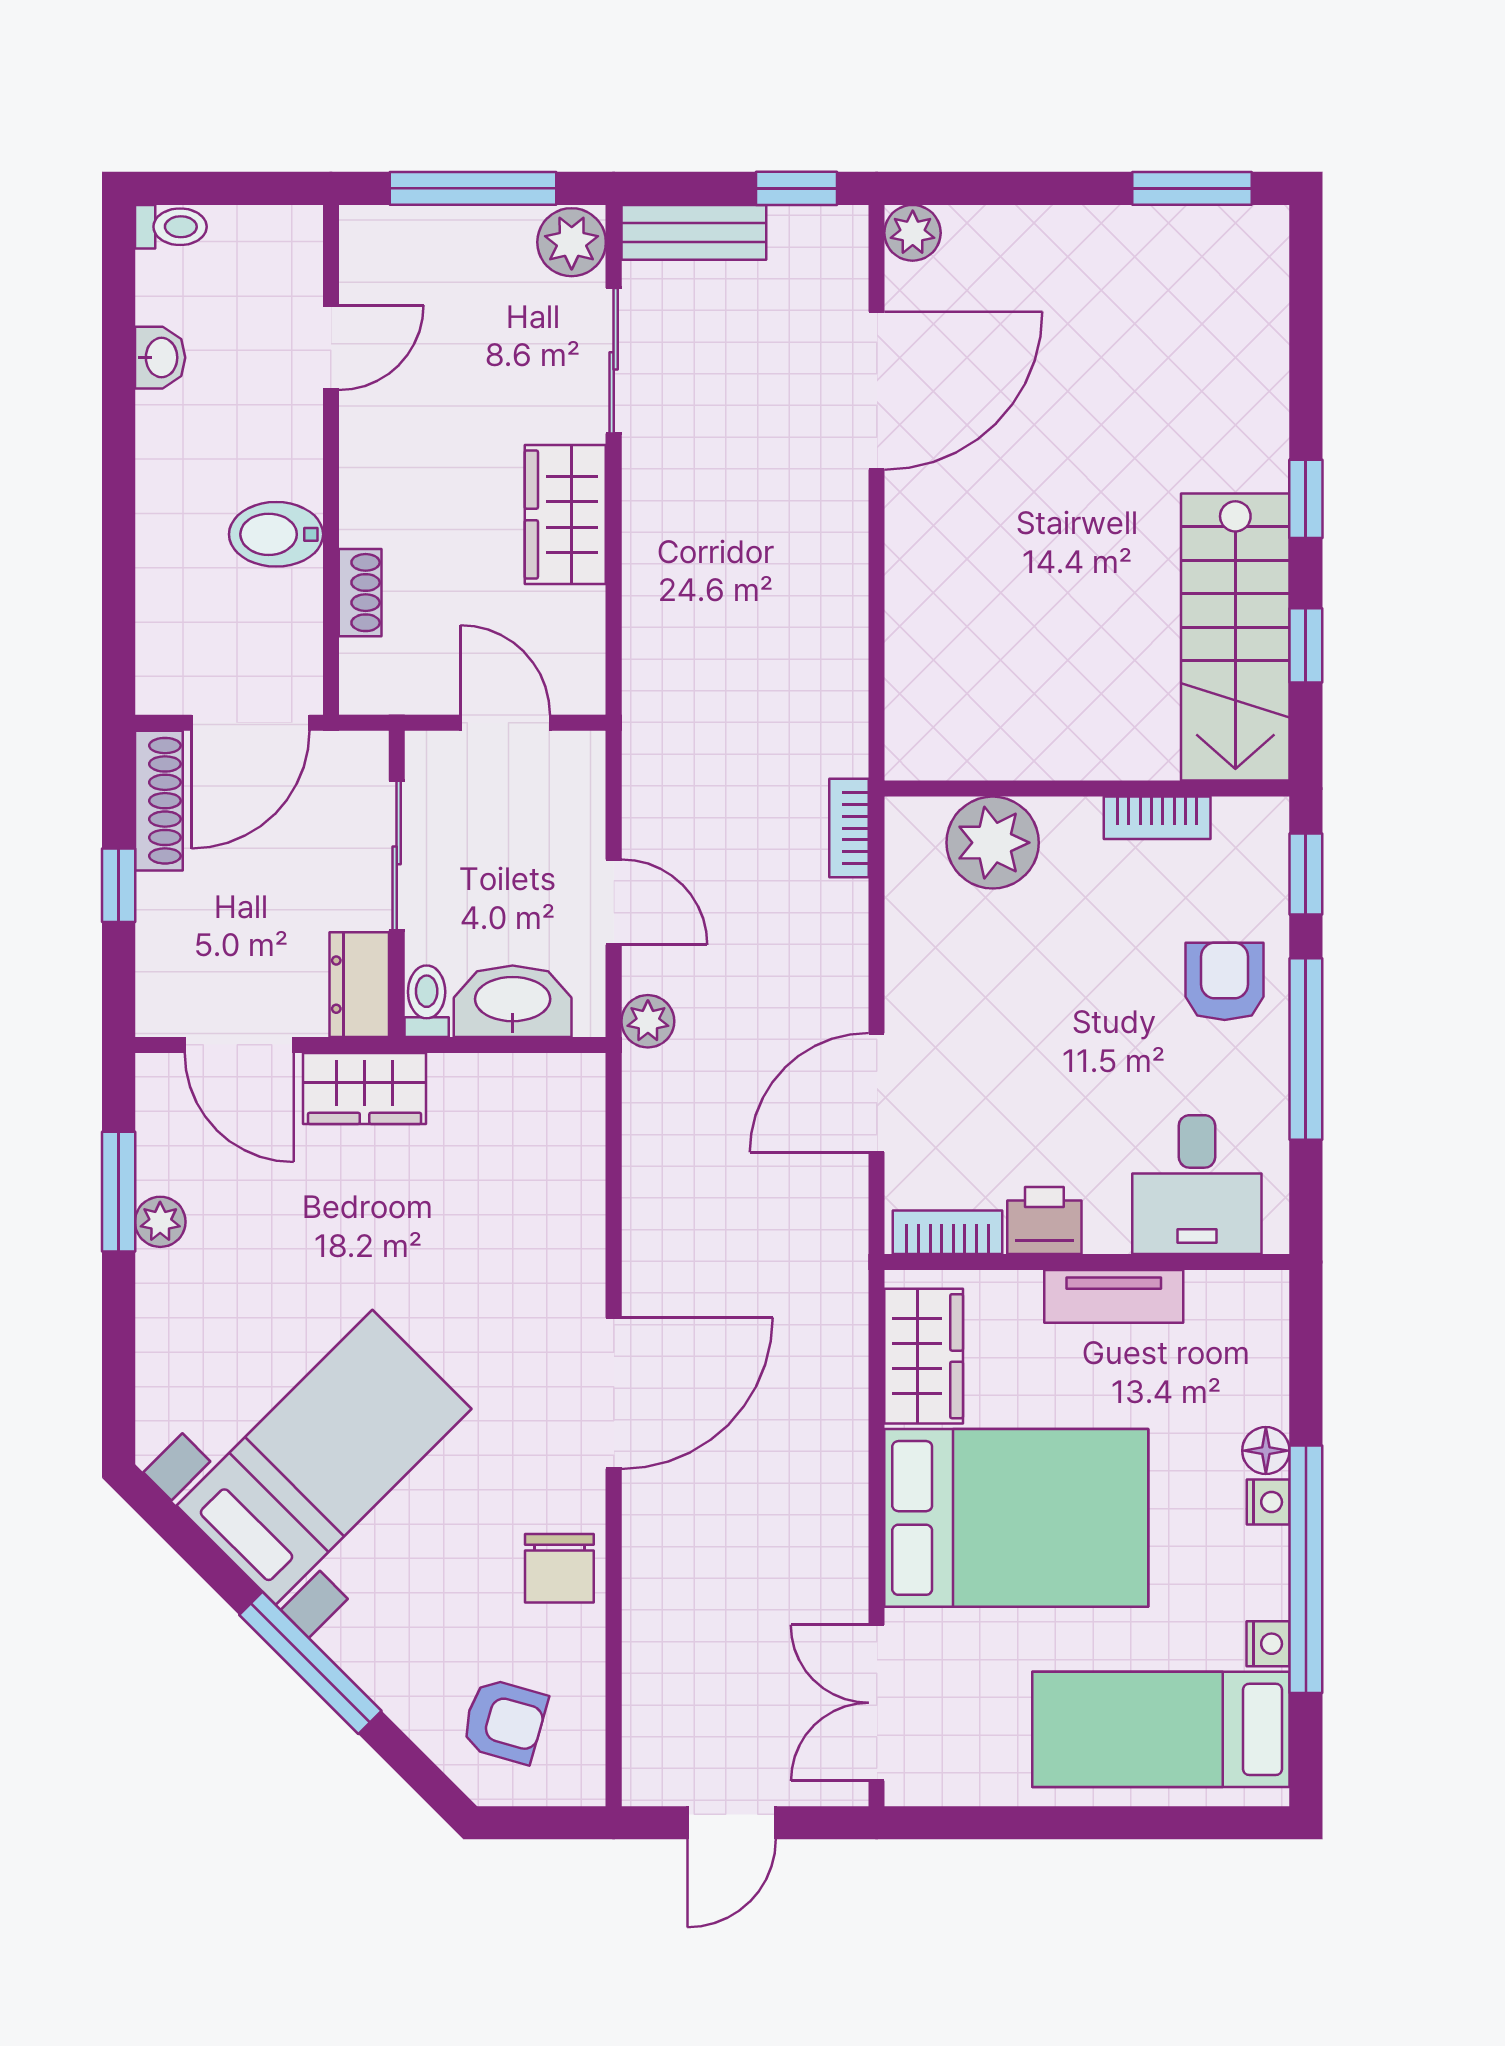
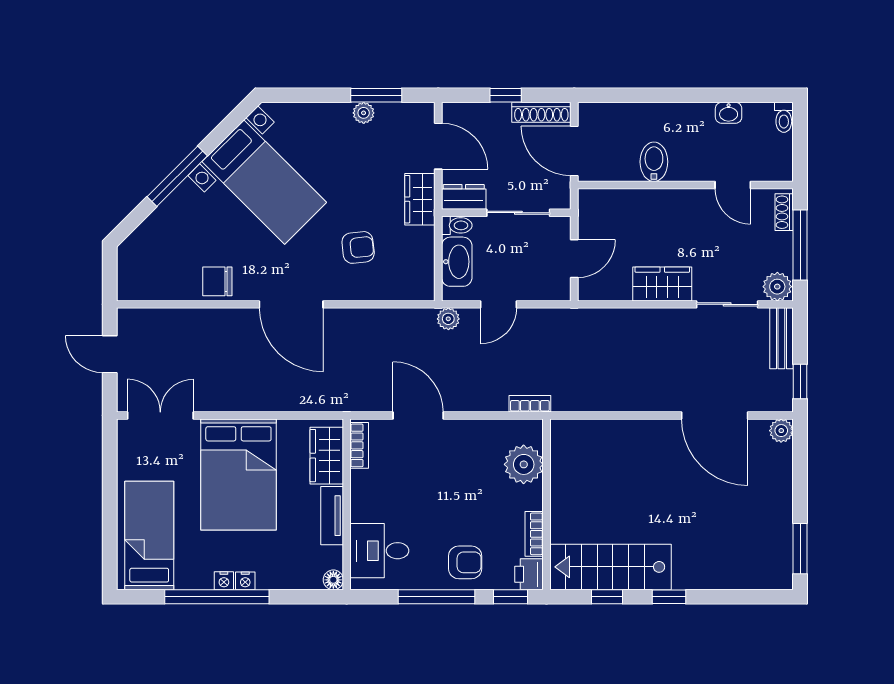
shoe rack: (360, 593) -> (784, 212), moved, turned 90
door: (239, 1045) -> (438, 146), swing flipped
printer: (1044, 1220) -> (529, 574), moved, turned 180
wardrobe: (924, 1356) -> (327, 456), moved, turned 90
floor lamp: (1266, 1451) -> (333, 580), moved
nightstand: (1268, 1644) -> (224, 581), moved
armchair: (504, 1721) -> (358, 247), moved, turned -112

